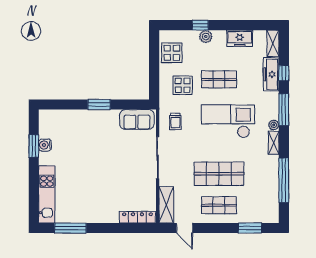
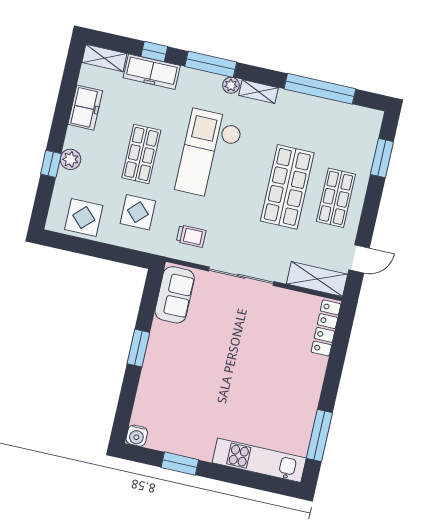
water cooler: (45, 145) -> (137, 436), moved

